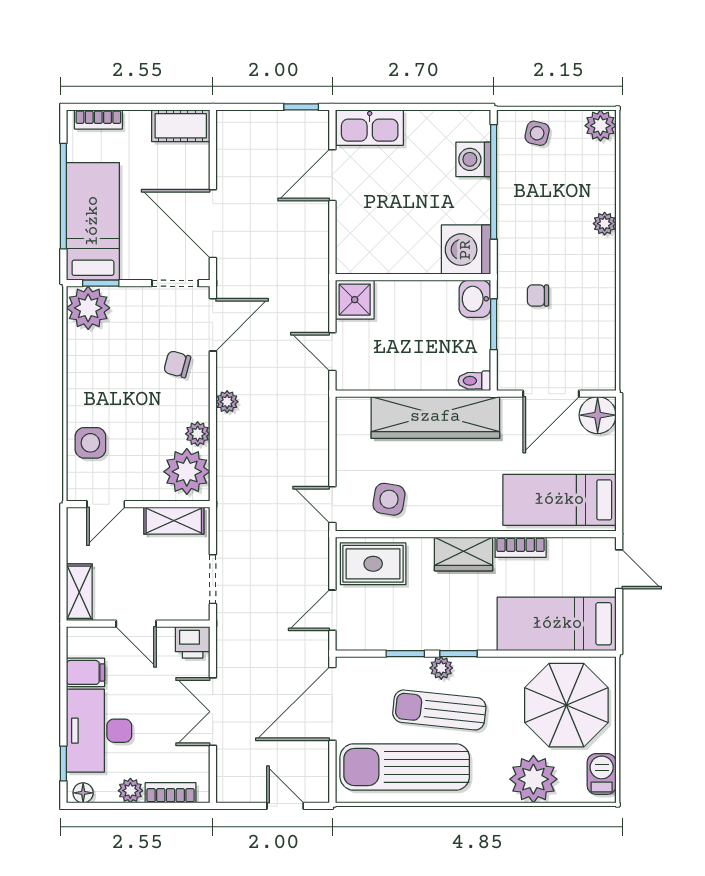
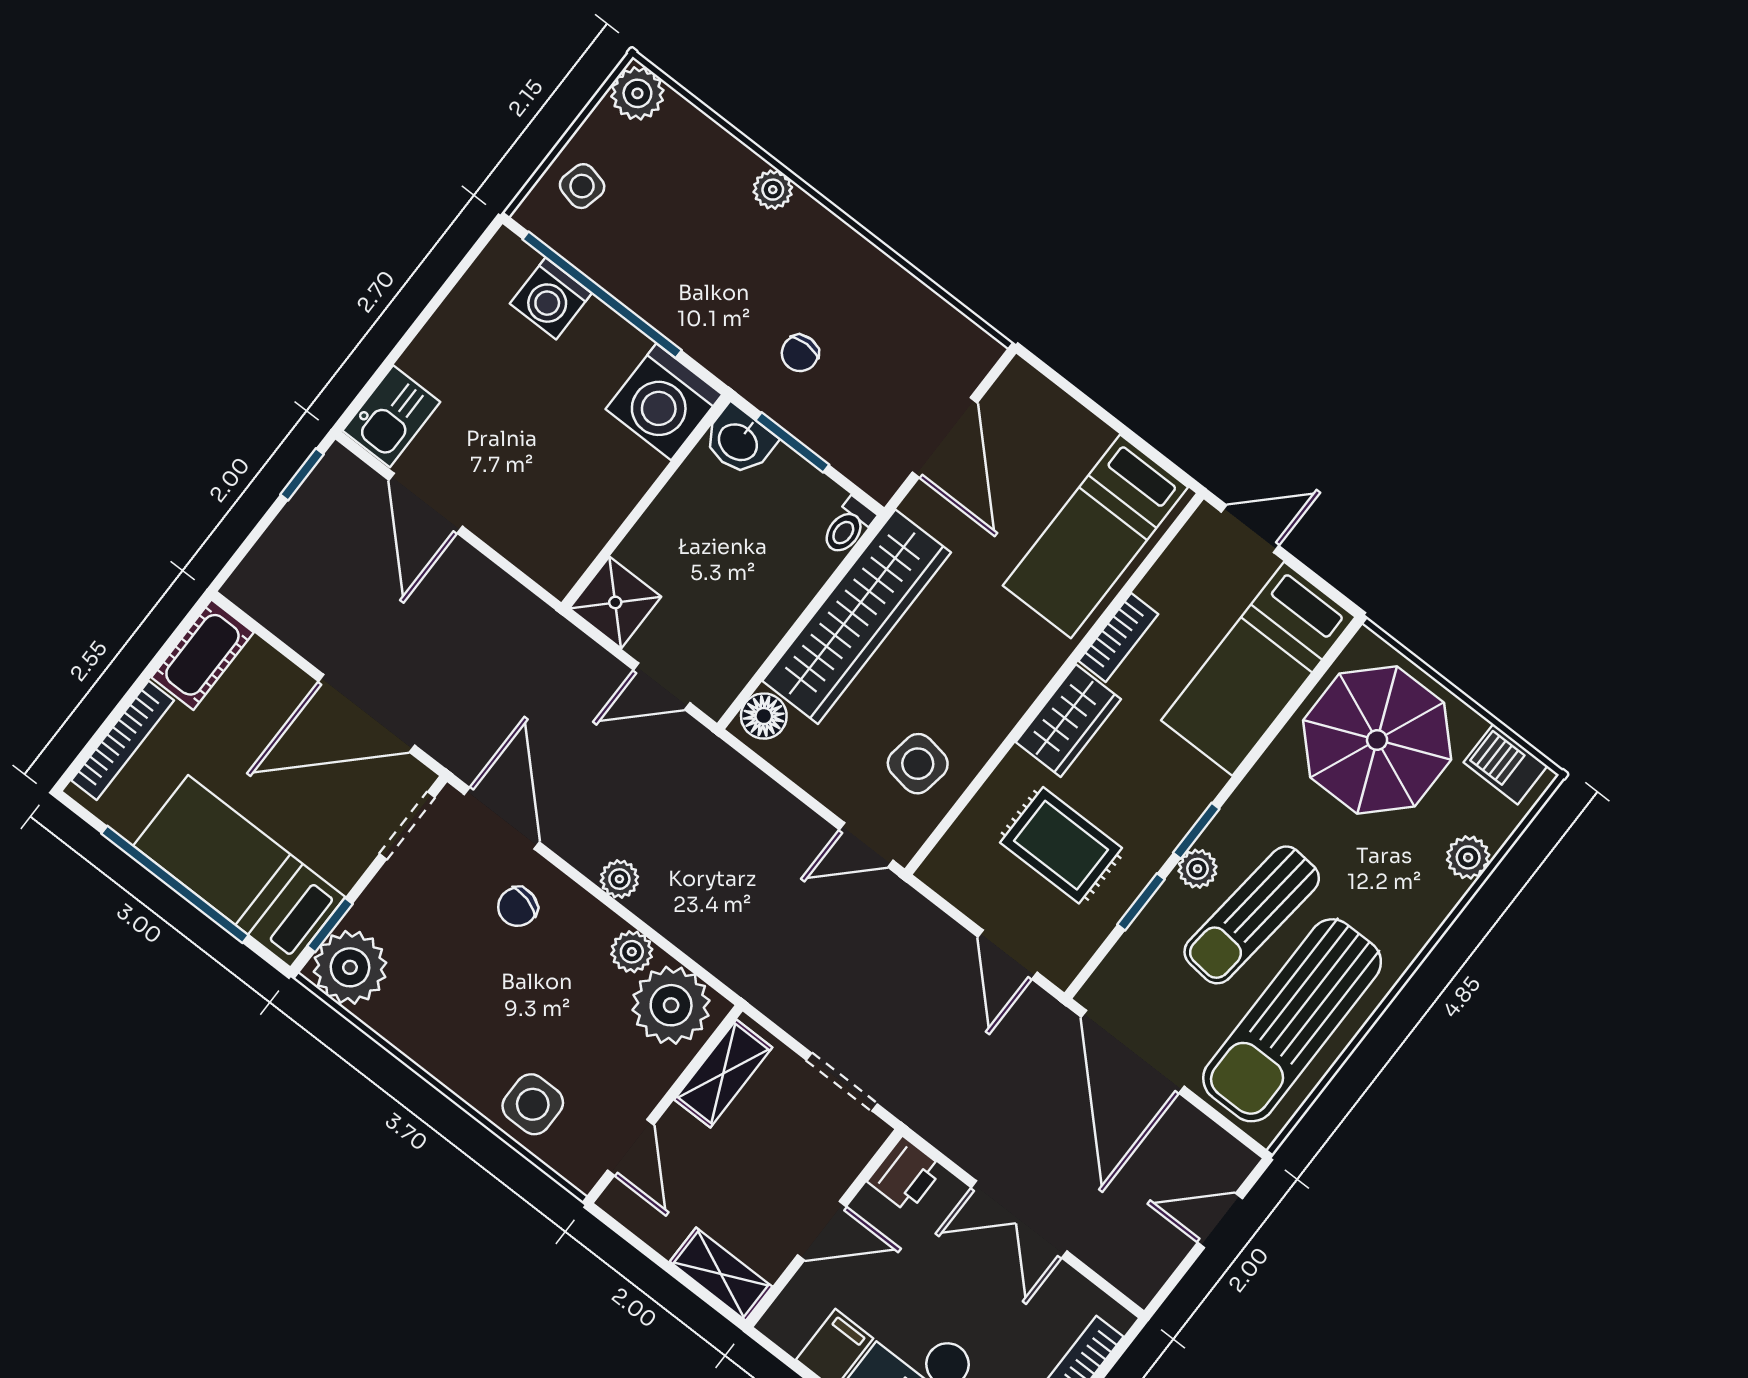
bookcase: (98, 119) -> (123, 740), width x1.56
kitchen sink: (370, 128) -> (391, 416), width x0.73
floor lamp: (598, 415) -> (764, 716), moved, width x0.73, depth x0.73
rug: (373, 564) -> (1061, 845), moved, turned 90
plant: (533, 779) -> (1468, 857), width x0.53, depth x0.53

